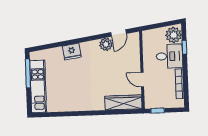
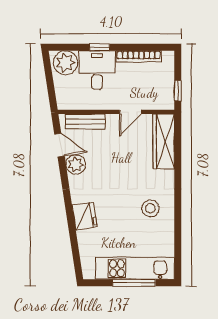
window: (184, 47) -> (100, 47), moved
bench: (135, 50) -> (85, 122), added
window: (28, 73) -> (134, 283), moved
stool: (79, 95) -> (150, 208), added

